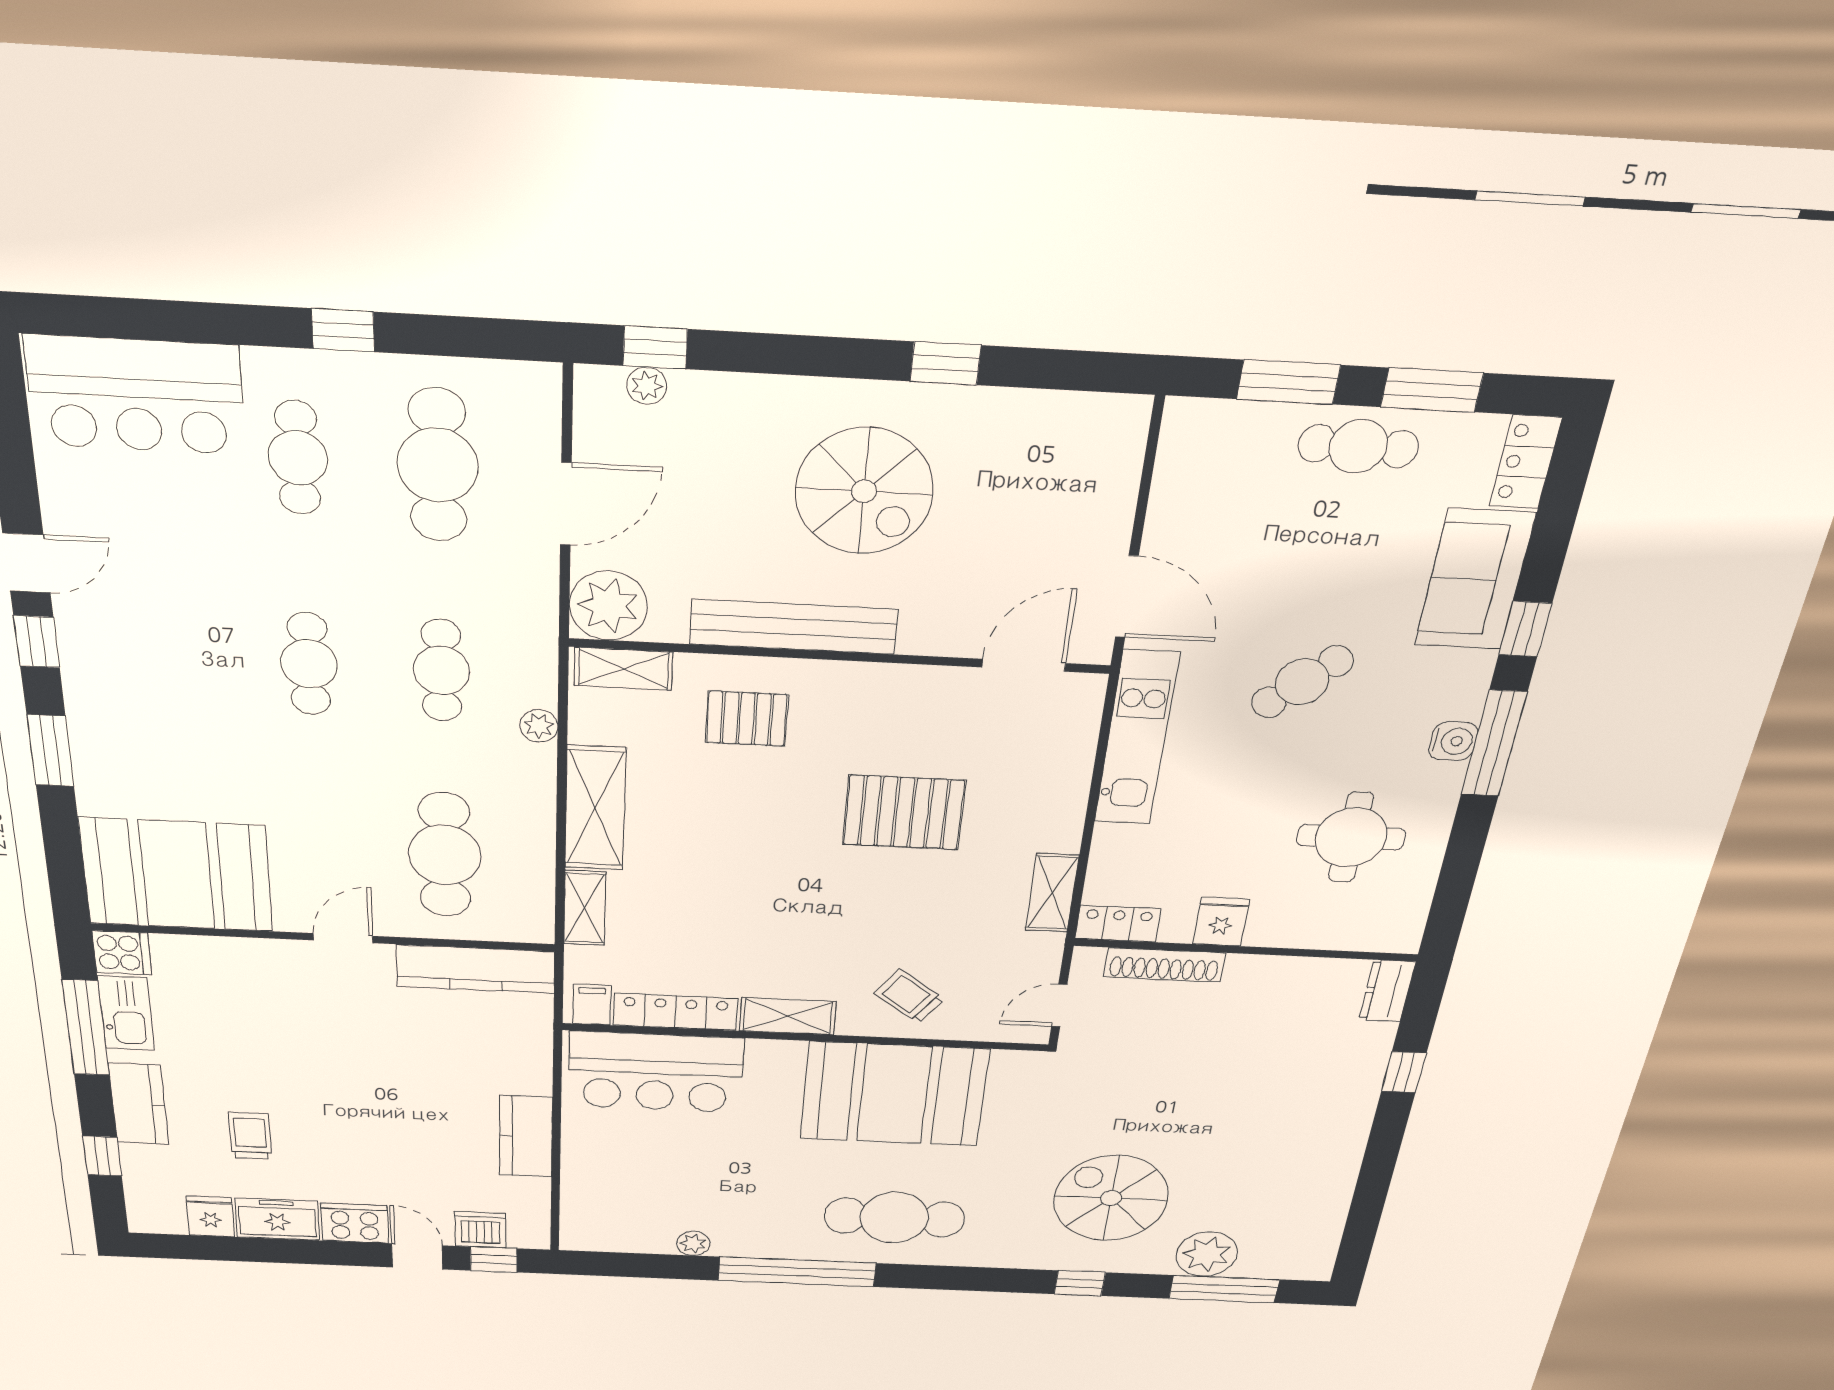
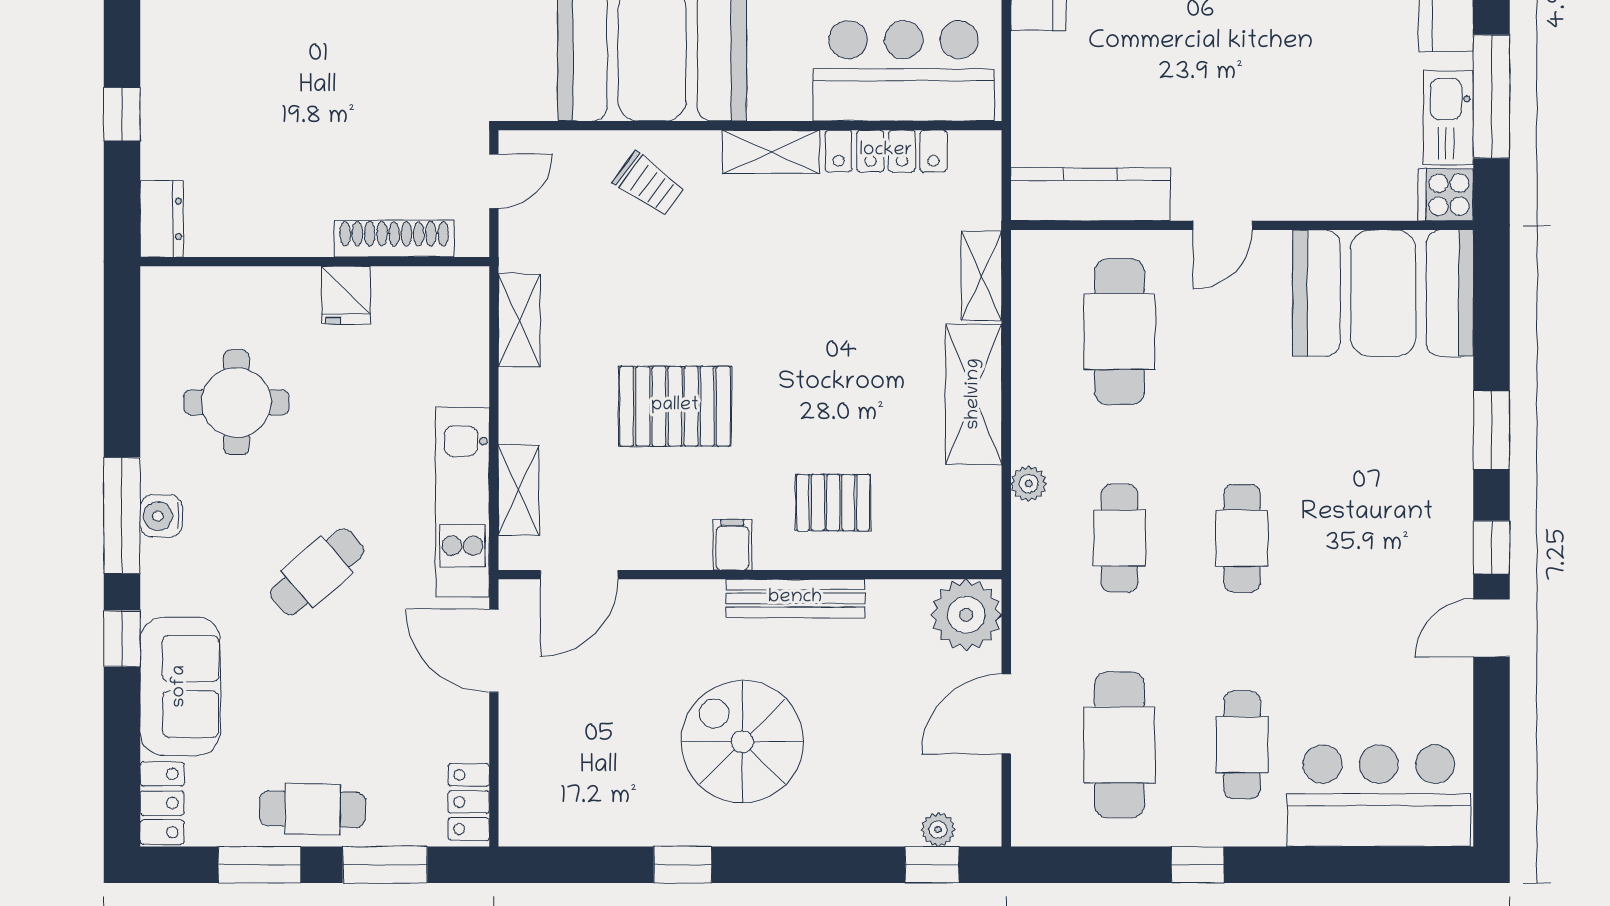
bench: (794, 627) -> (795, 598), width x0.73, depth x0.82
shelving: (624, 669) -> (519, 490), moved, turned 90
locker: (1118, 924) -> (469, 802), moved, turned 90
filing cabinet: (592, 1005) -> (732, 545), moved, turned 180

